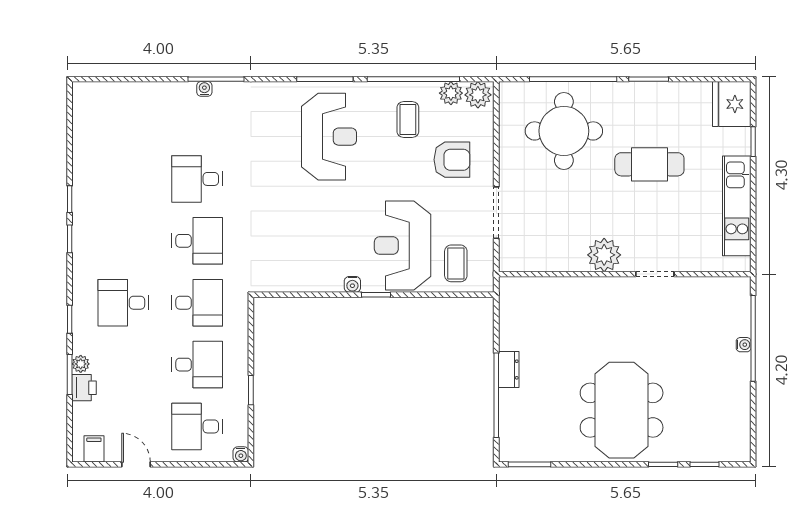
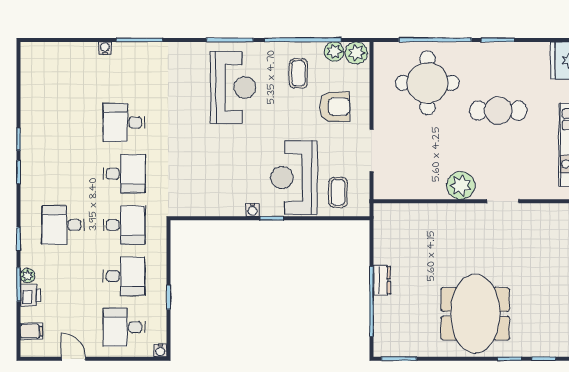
water cooler: (204, 89) -> (105, 48), moved
filing cabinet: (94, 449) -> (31, 331), moved, turned 90

